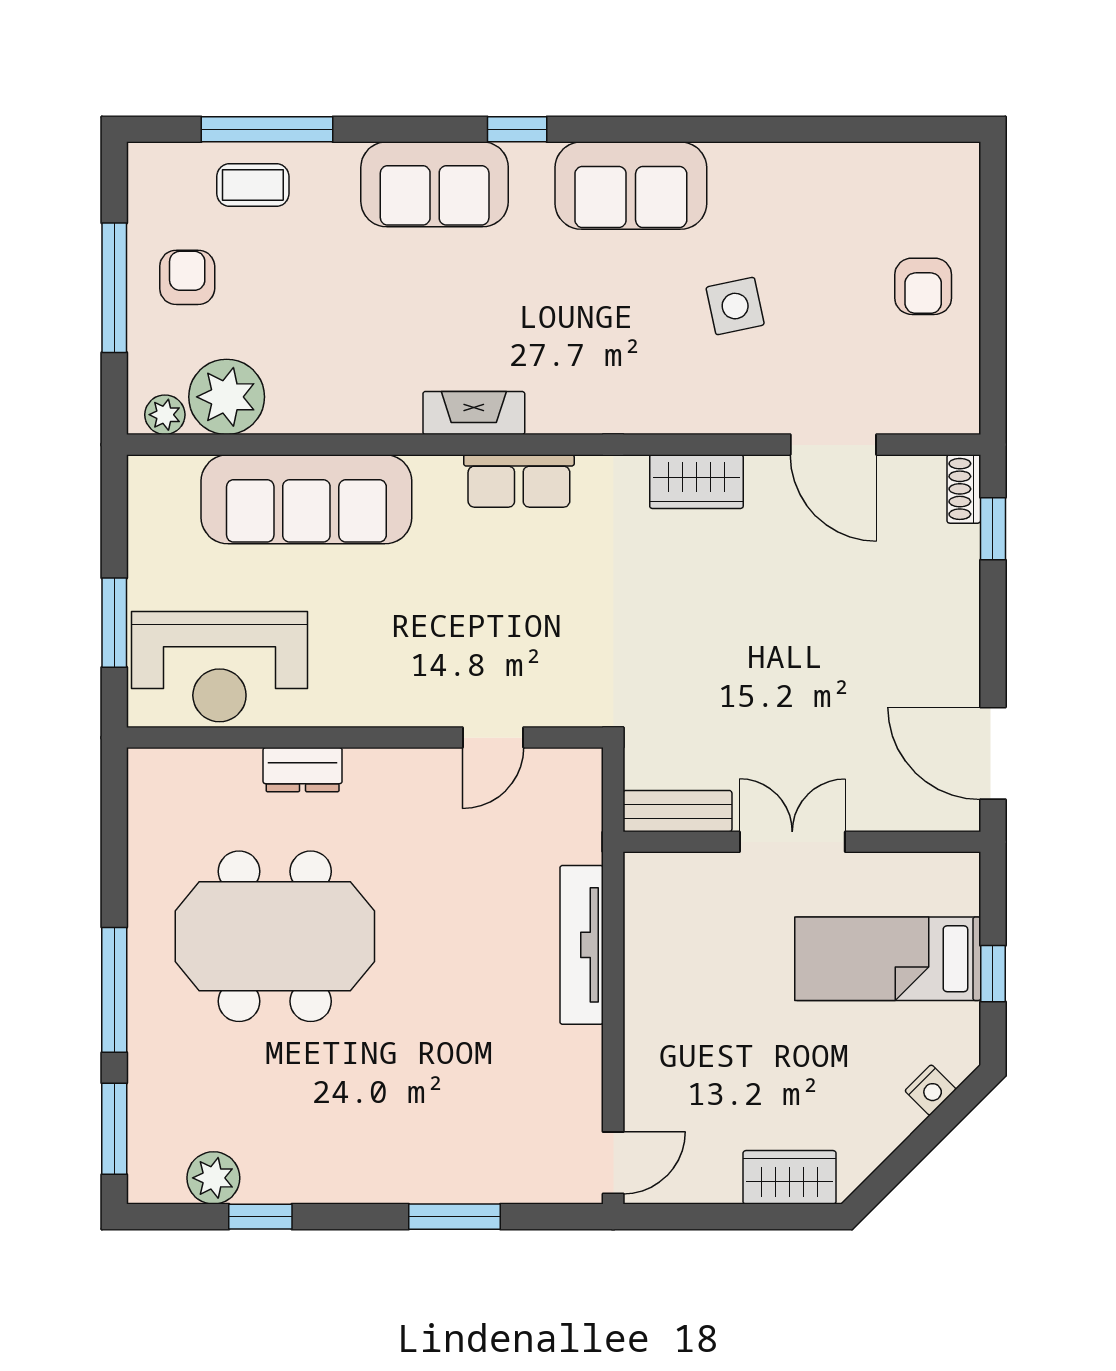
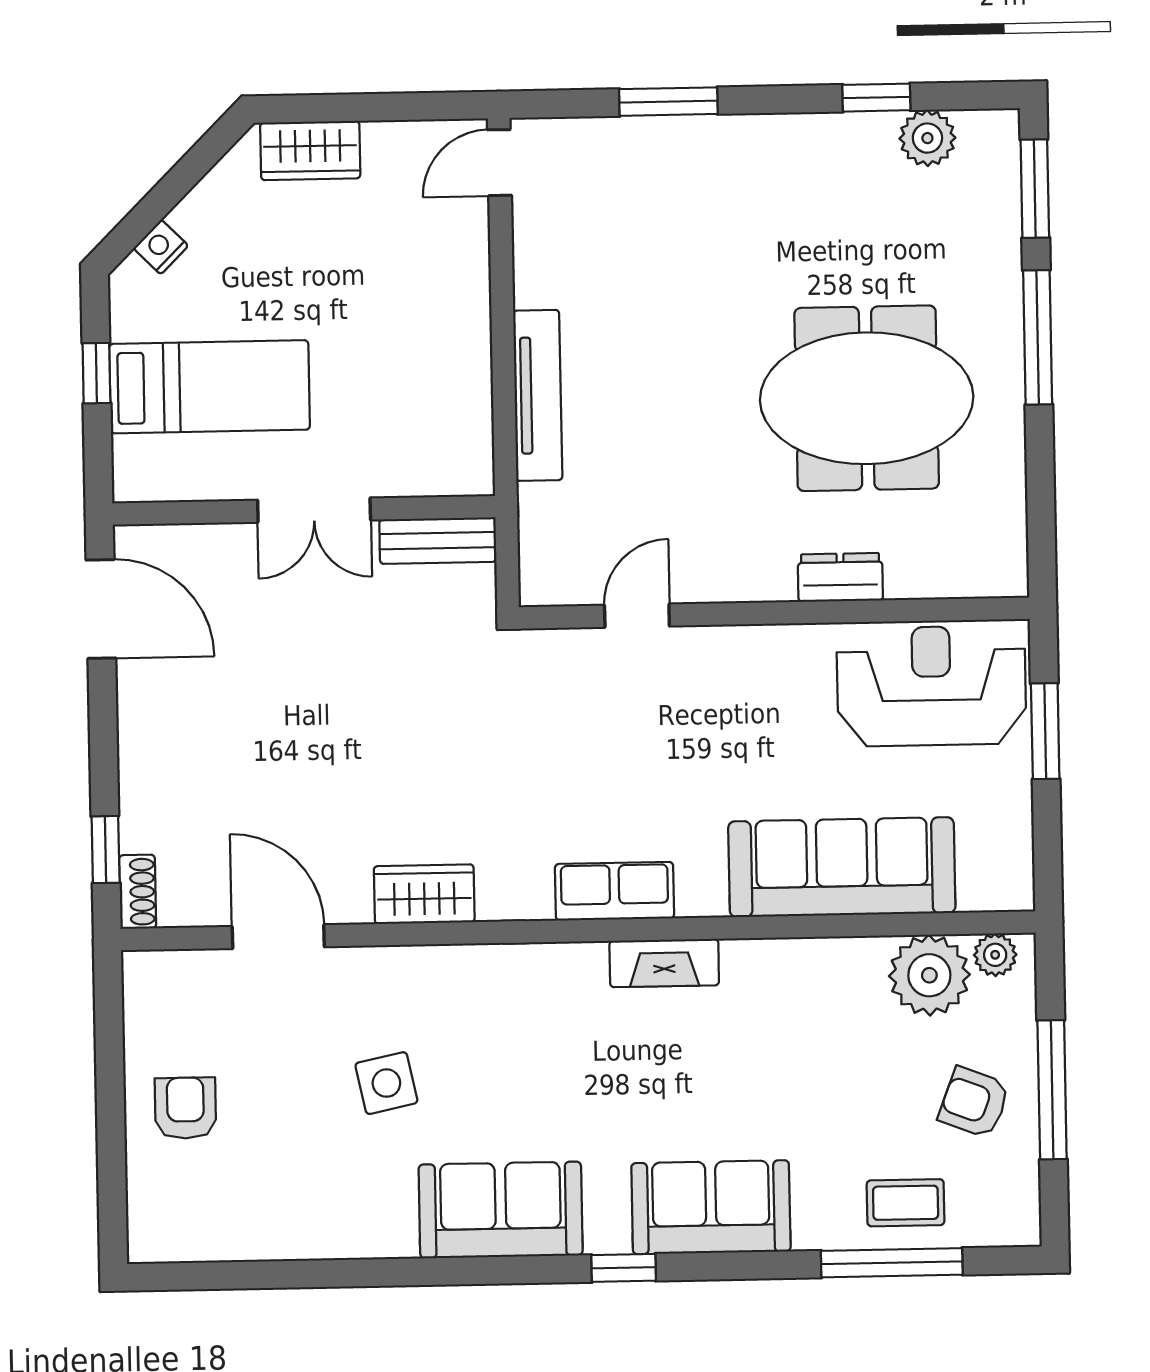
armchair: (187, 277) -> (974, 1102), turned 111

